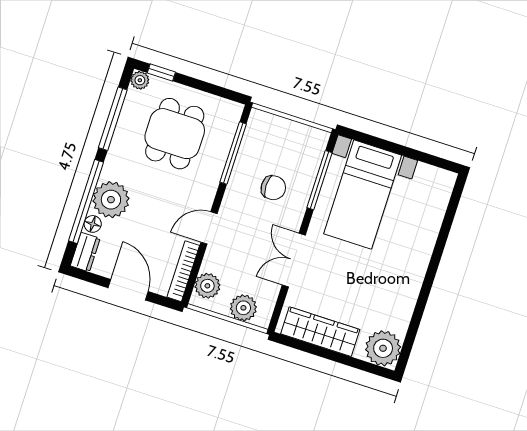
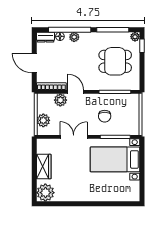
plant: (111, 200) -> (74, 37), width x0.53, depth x0.53
plant: (207, 286) -> (60, 100), moved
door: (128, 290) -> (34, 63), swing flipped
wardrobe: (320, 332) -> (44, 167), width x0.67

